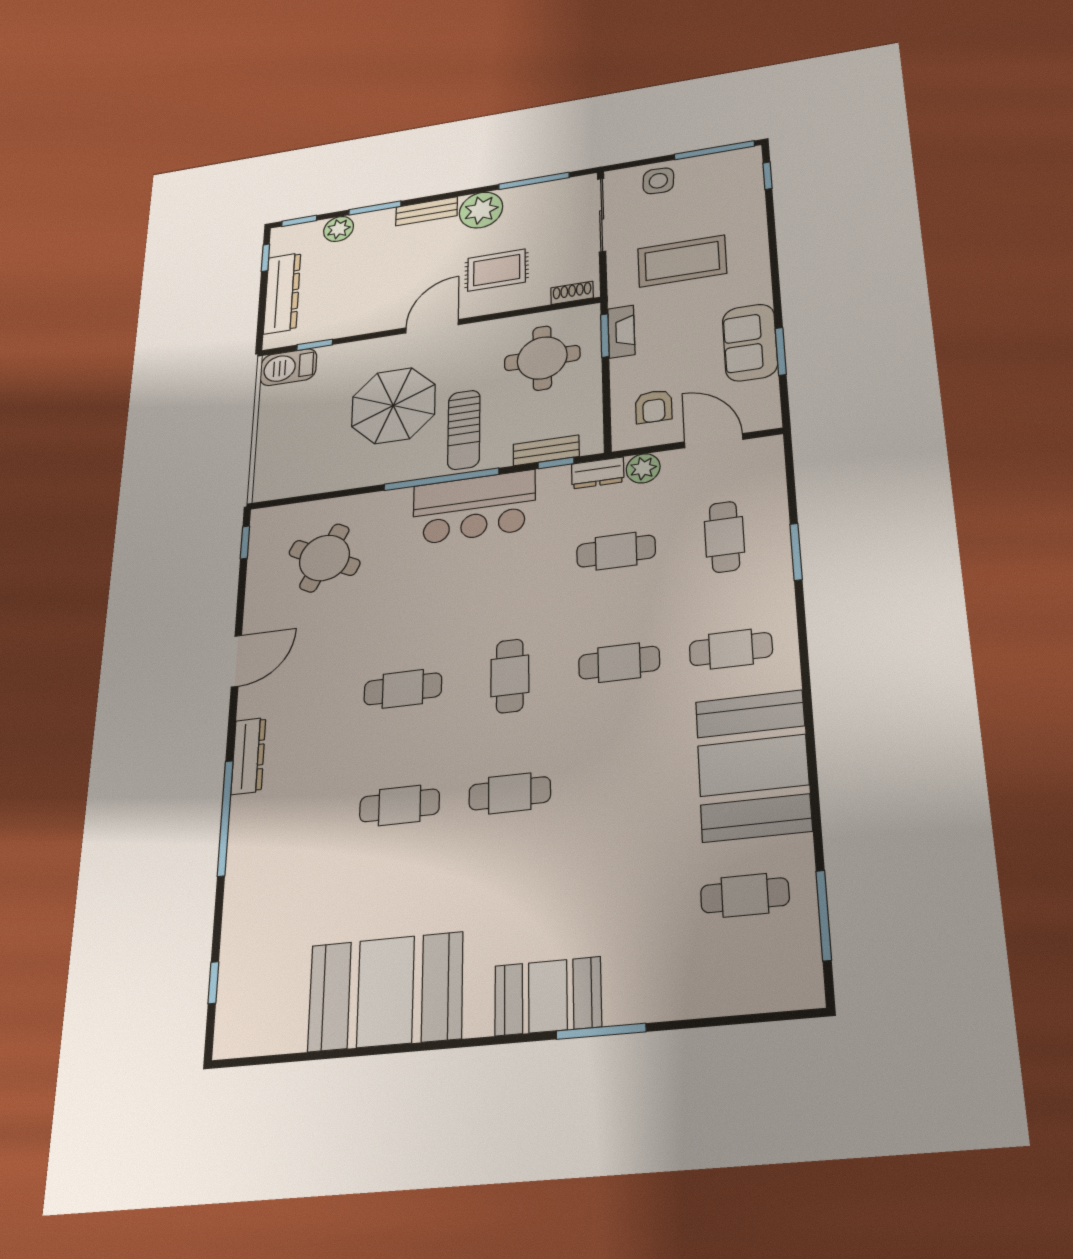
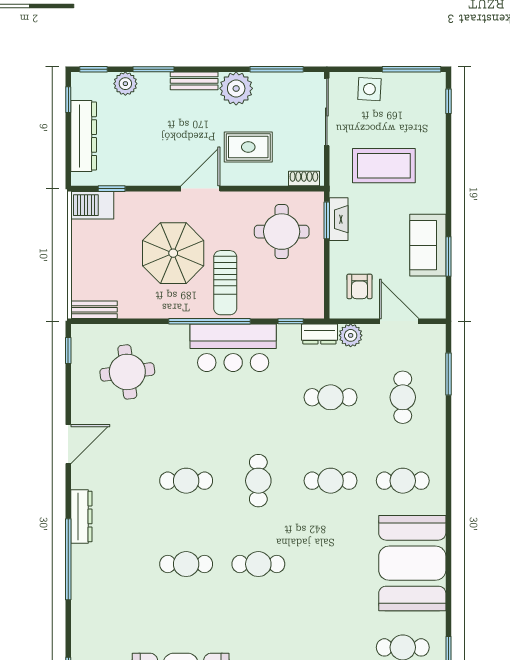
bench: (546, 450) -> (94, 310), moved
window: (796, 552) -> (448, 374), moved
round table: (324, 558) -> (127, 372), turned -34

